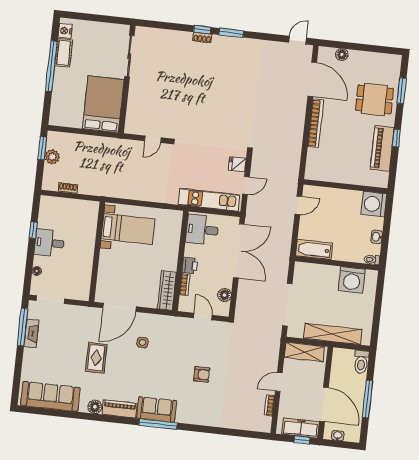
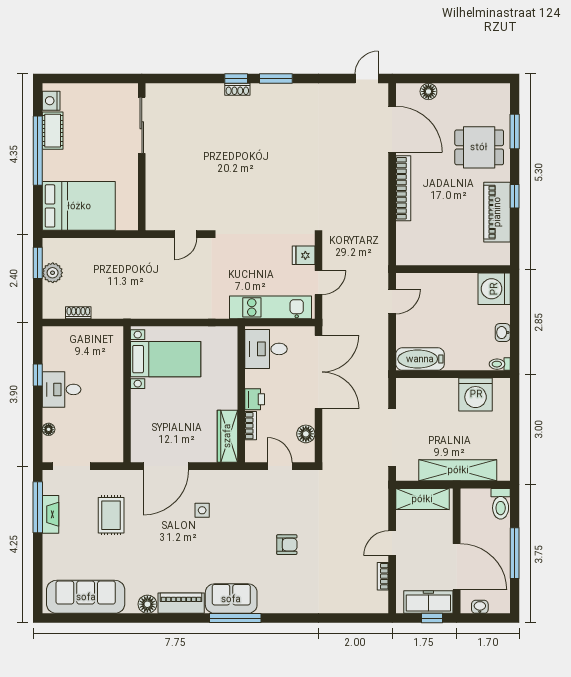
bed: (103, 104) -> (79, 206), moved, turned 90
rug: (96, 358) -> (111, 515), moved

